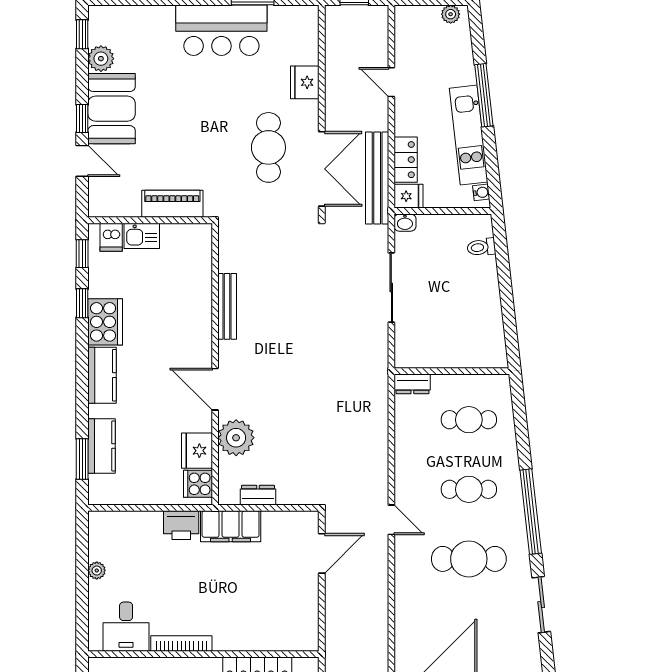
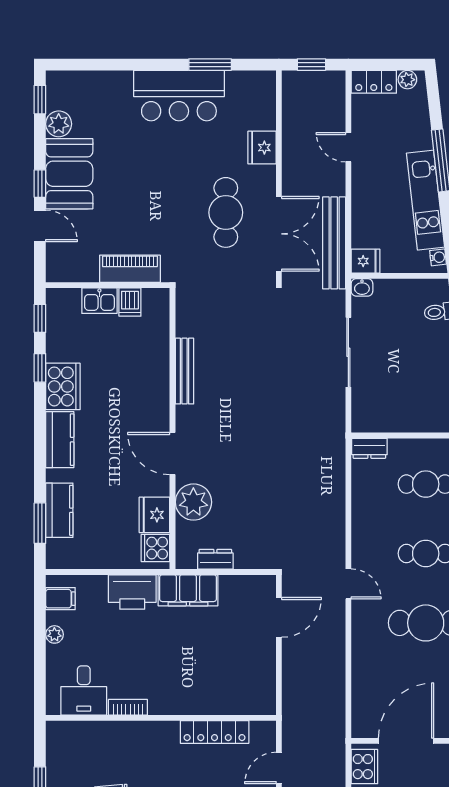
locker: (406, 160) -> (374, 82), moved, turned 90
dishwasher: (111, 237) -> (130, 302), moved
printer: (181, 525) -> (132, 592), width x1.37, depth x1.19
filing cabinet: (103, 535) -> (60, 599), added
bookcase: (181, 643) -> (128, 707), width x0.64

